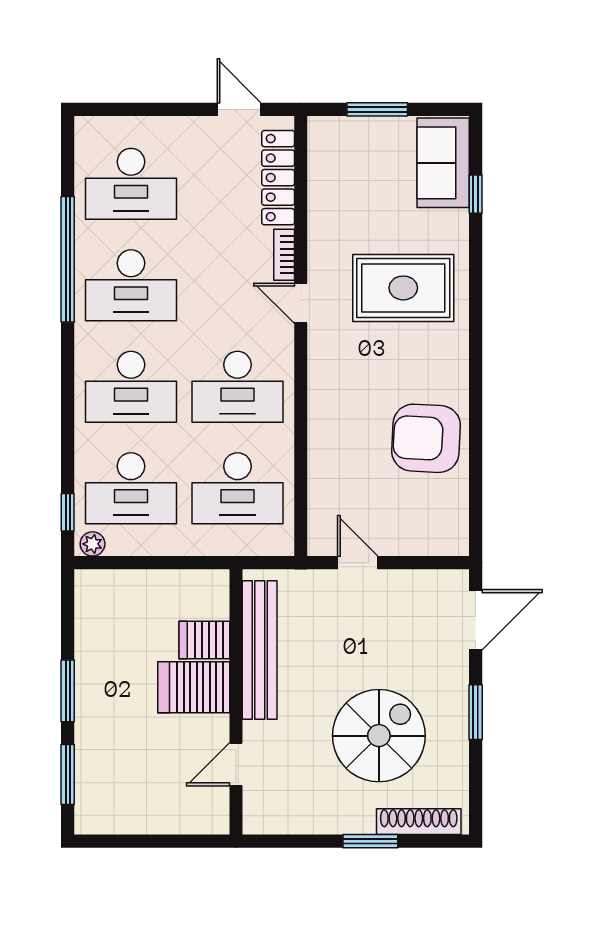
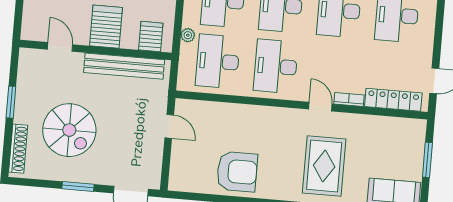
door: (301, 303) -> (320, 107), hinge flipped
armchair: (426, 438) -> (237, 172), turned 87
plant: (196, 544) -> (188, 35), added
door: (358, 563) -> (169, 126), hinge flipped
server rack: (204, 640) -> (151, 37), moved
window: (370, 841) -> (11, 102), moved

